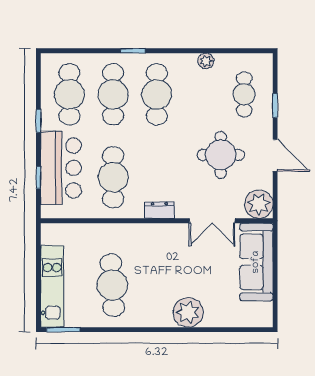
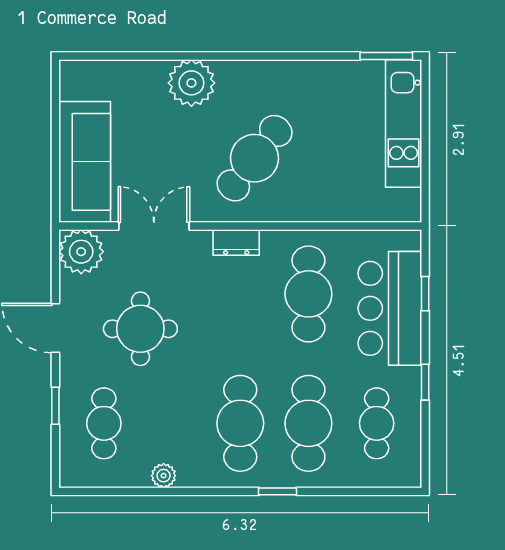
cafe table: (69, 94) -> (377, 423), width x0.73, depth x0.74
cafe table: (112, 285) -> (255, 158), moved, turned 42

